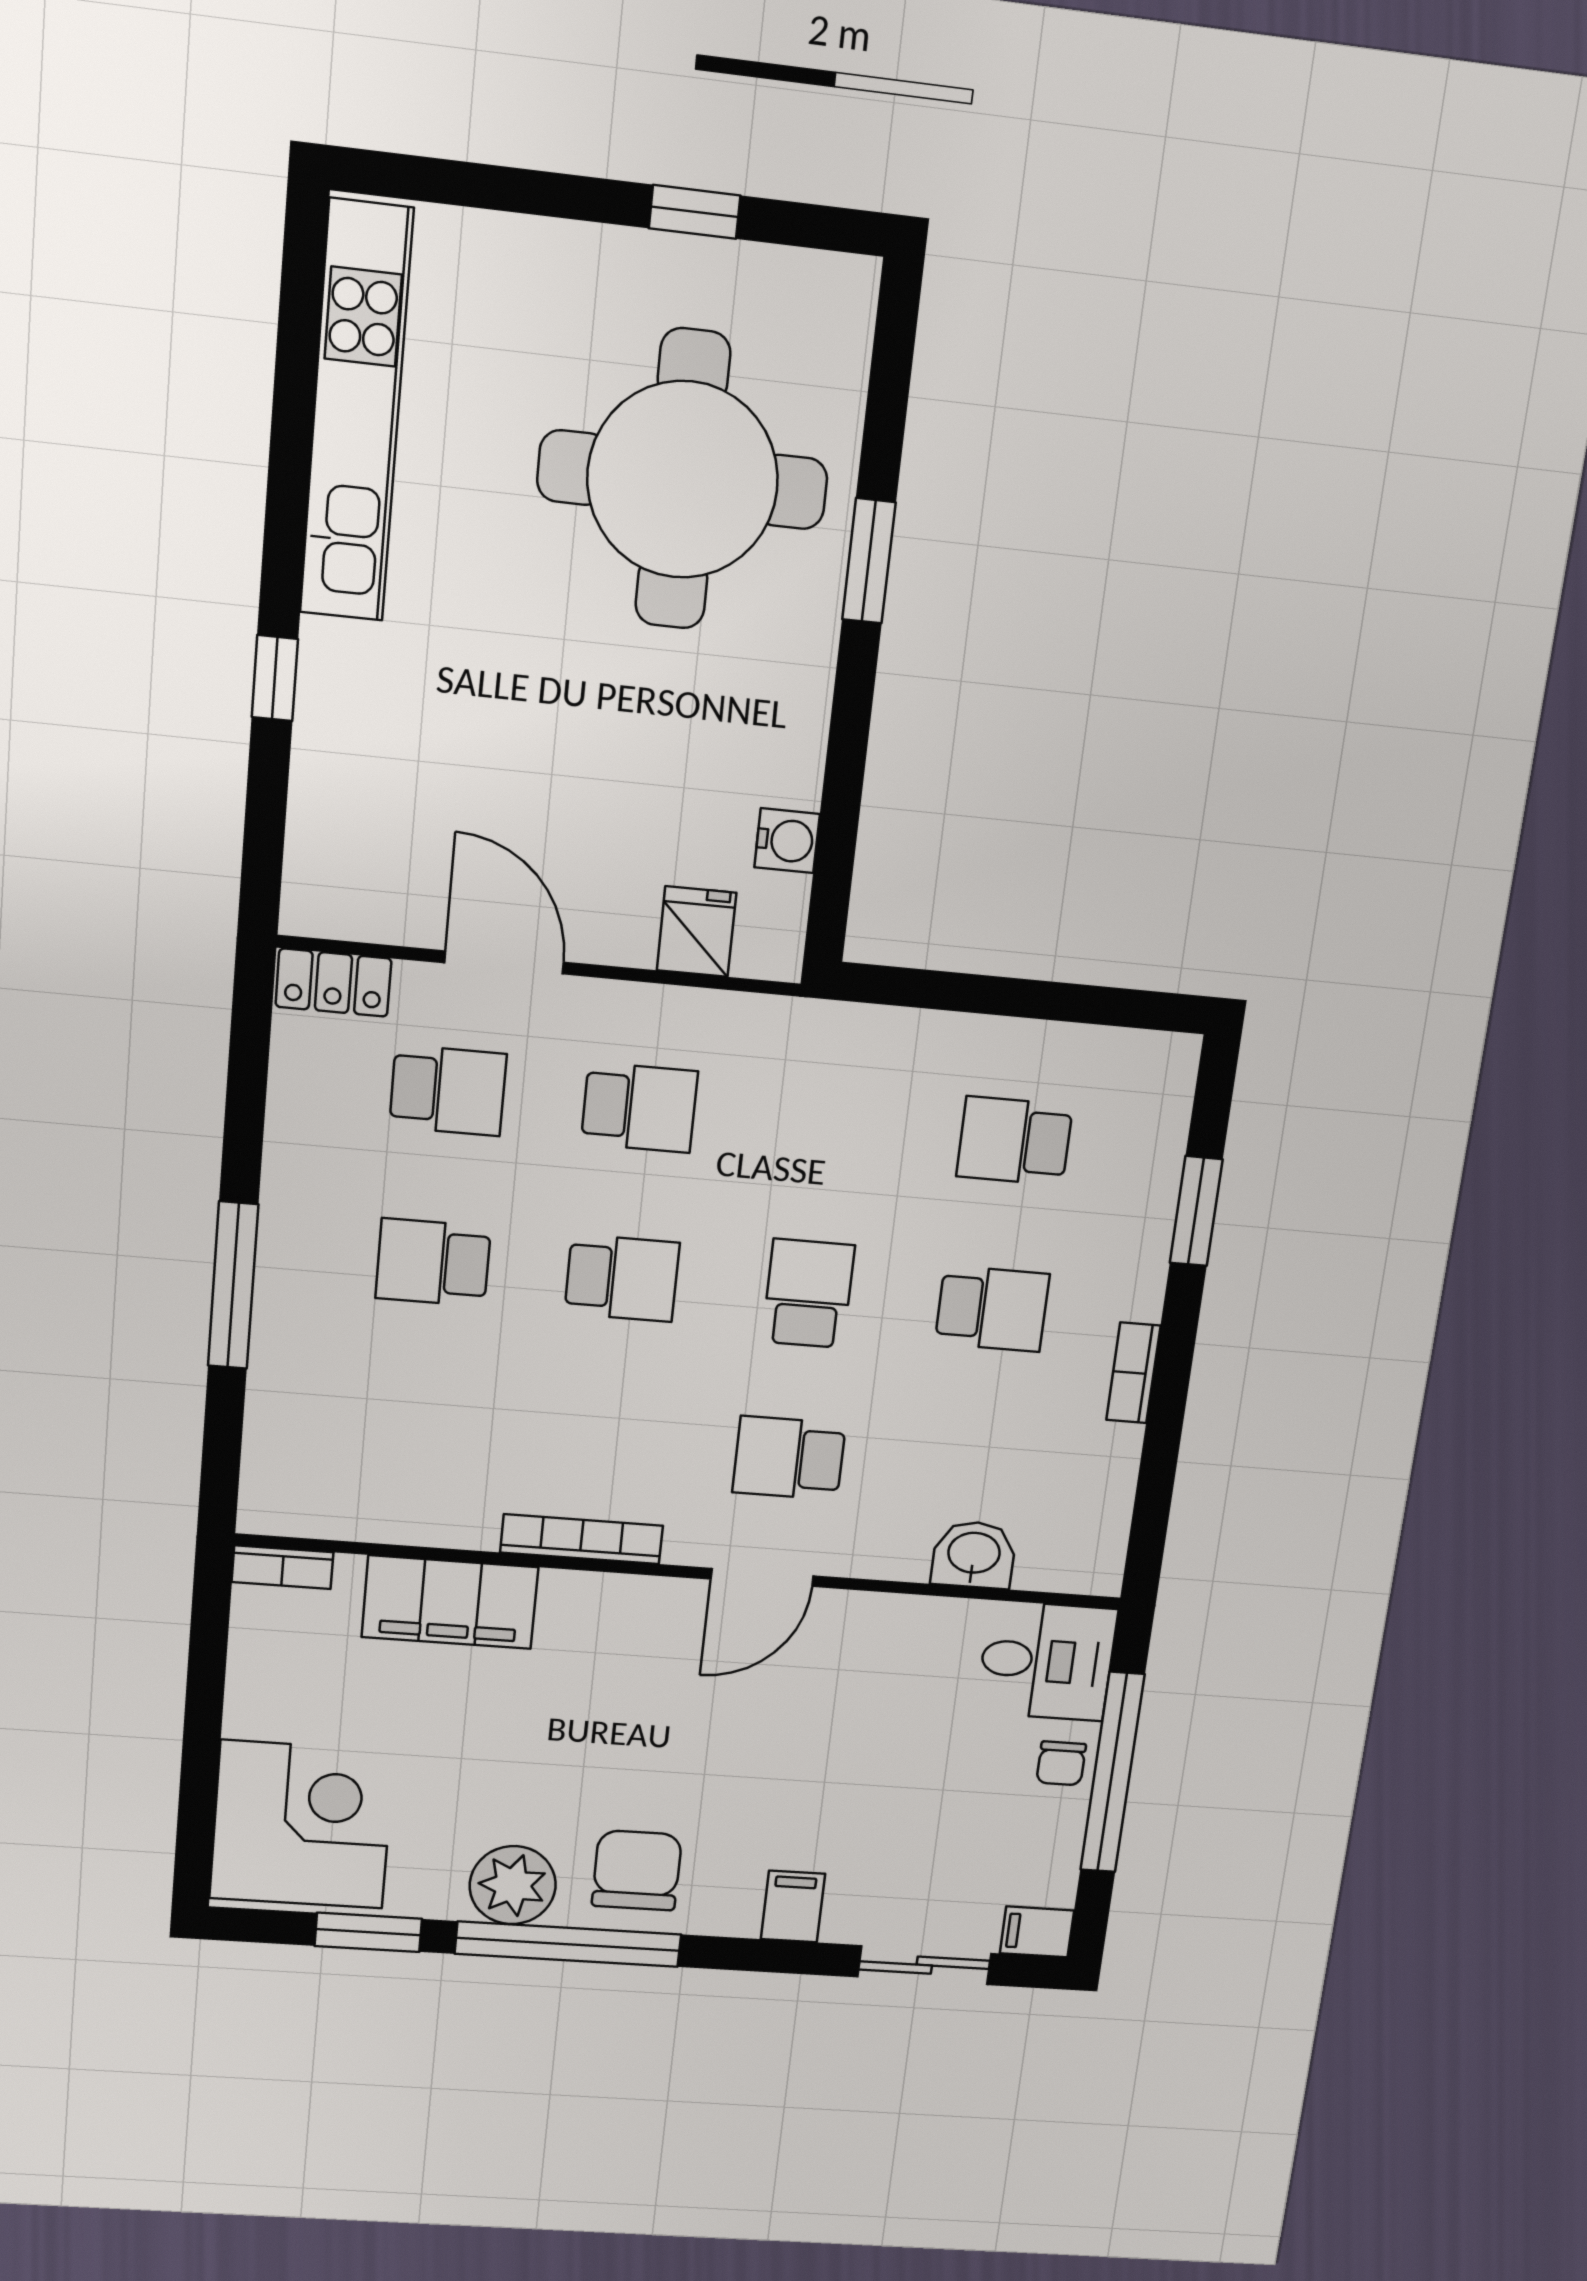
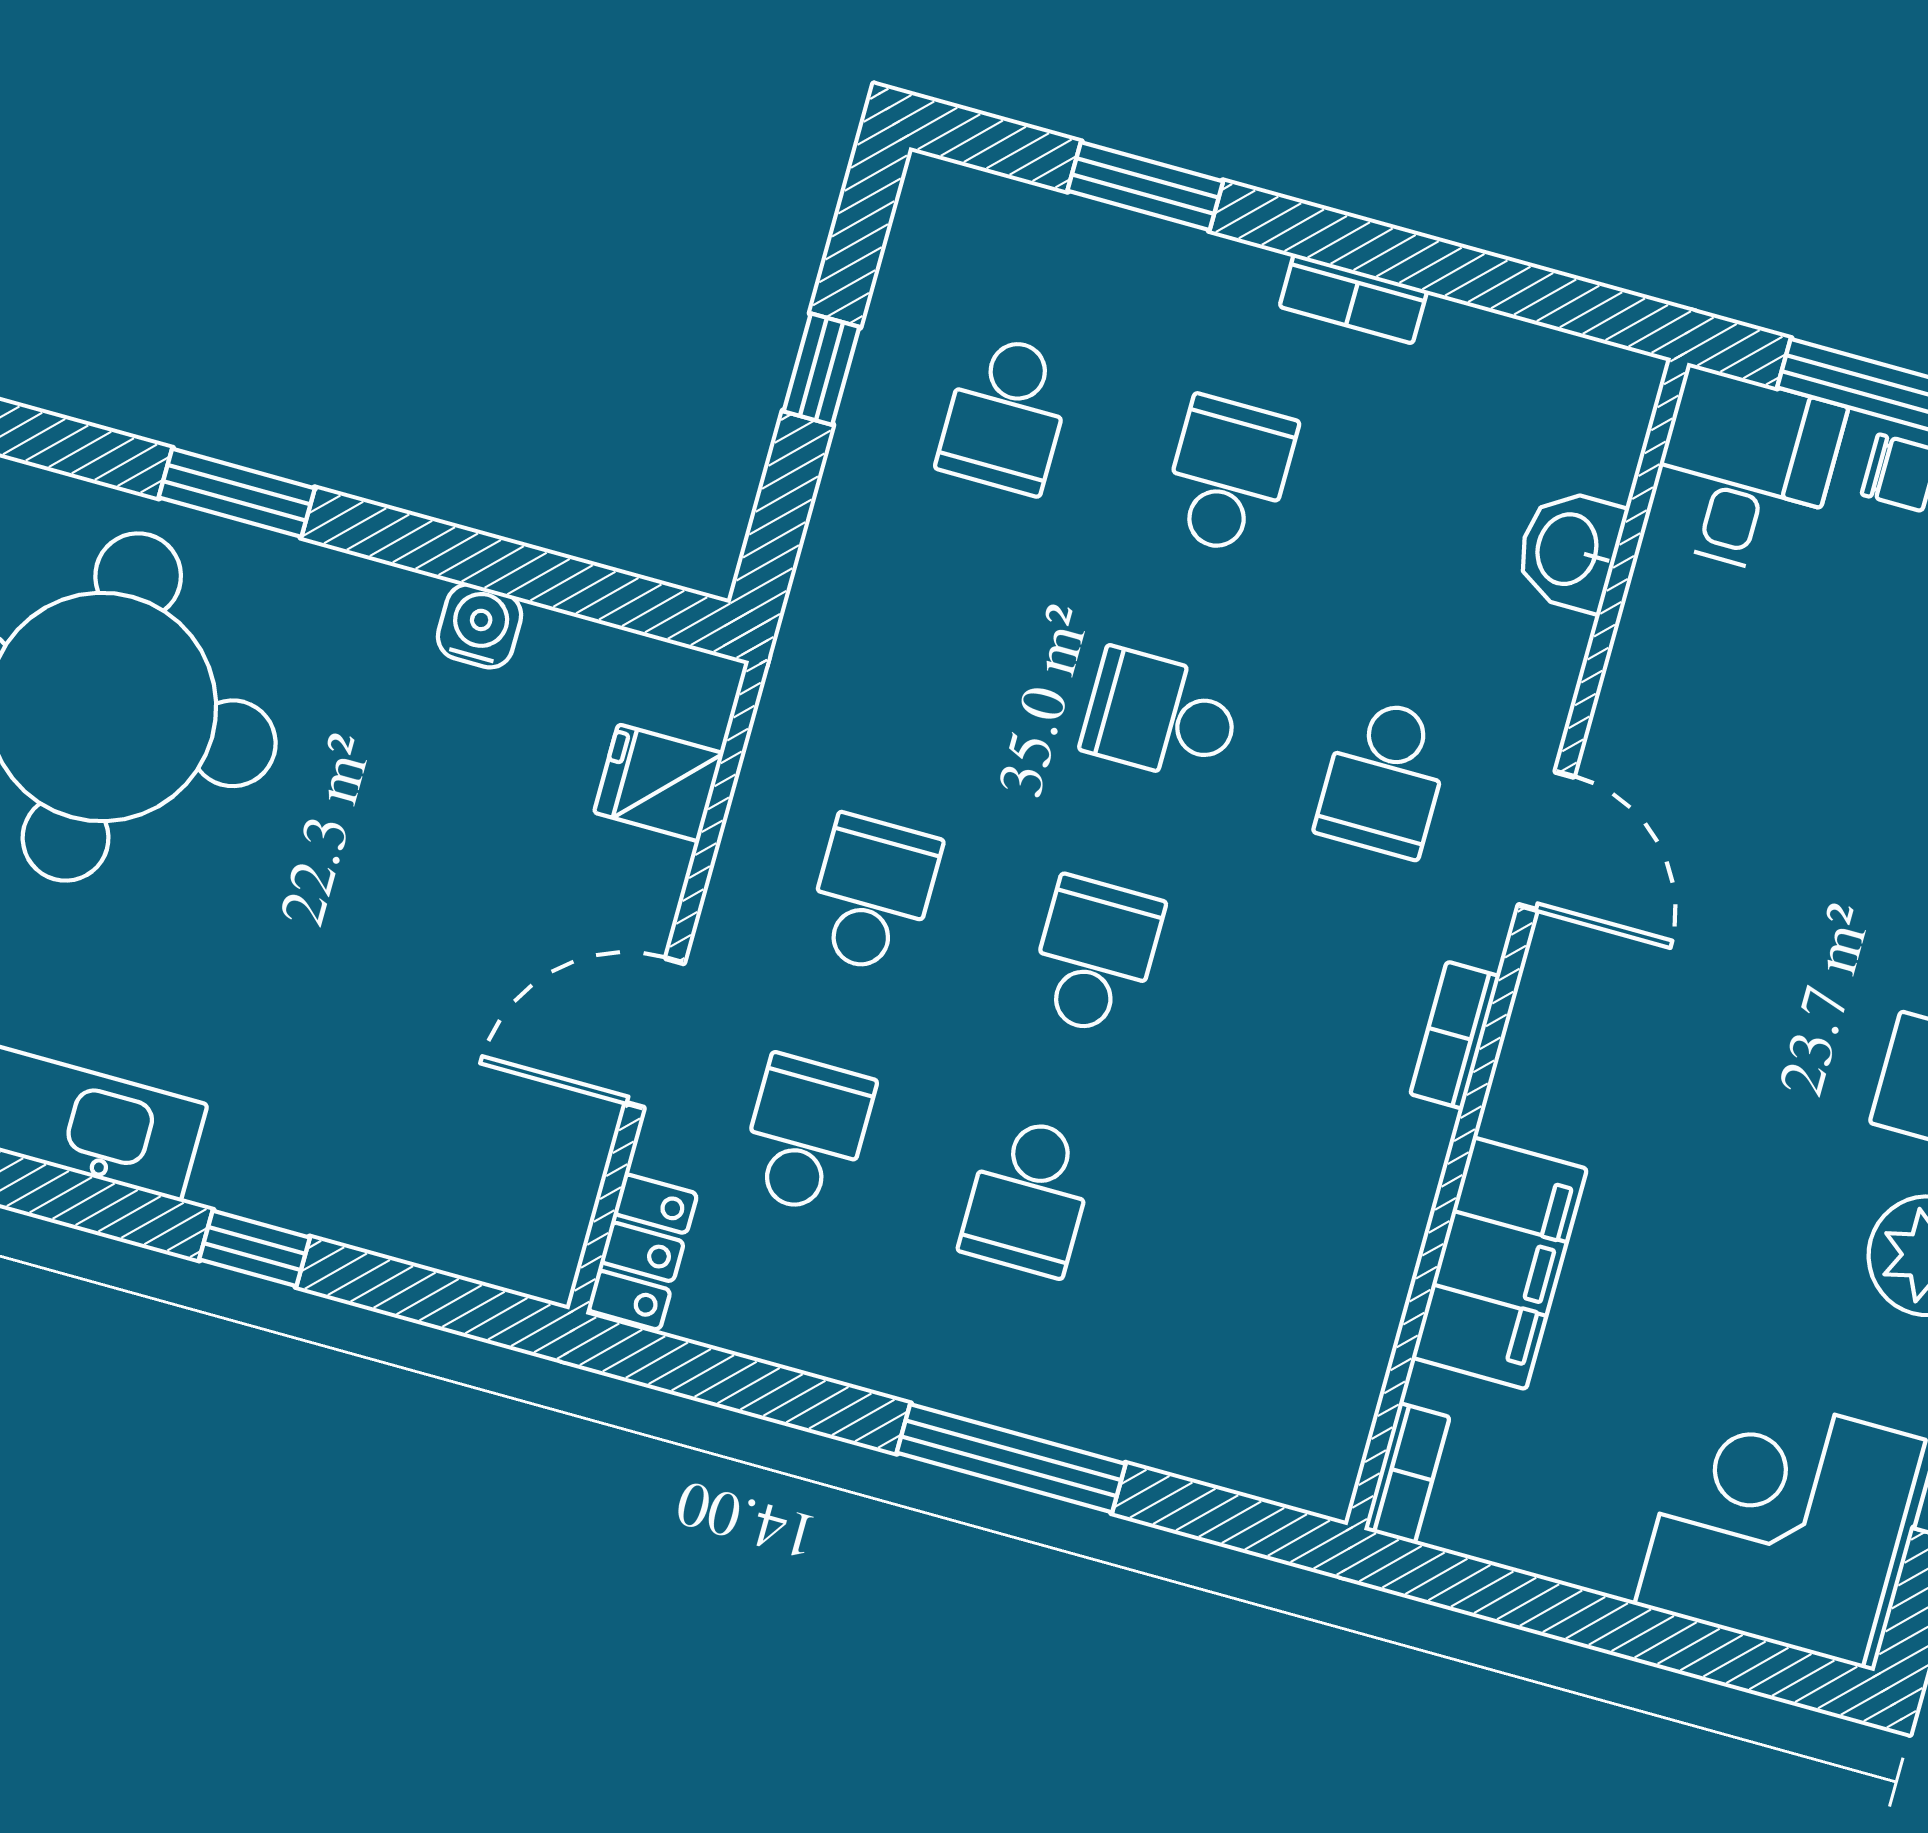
water cooler: (787, 841) -> (479, 626), moved
window: (1029, 999) -> (821, 369), added
bookcase: (582, 1539) -> (1455, 1035), width x0.64

